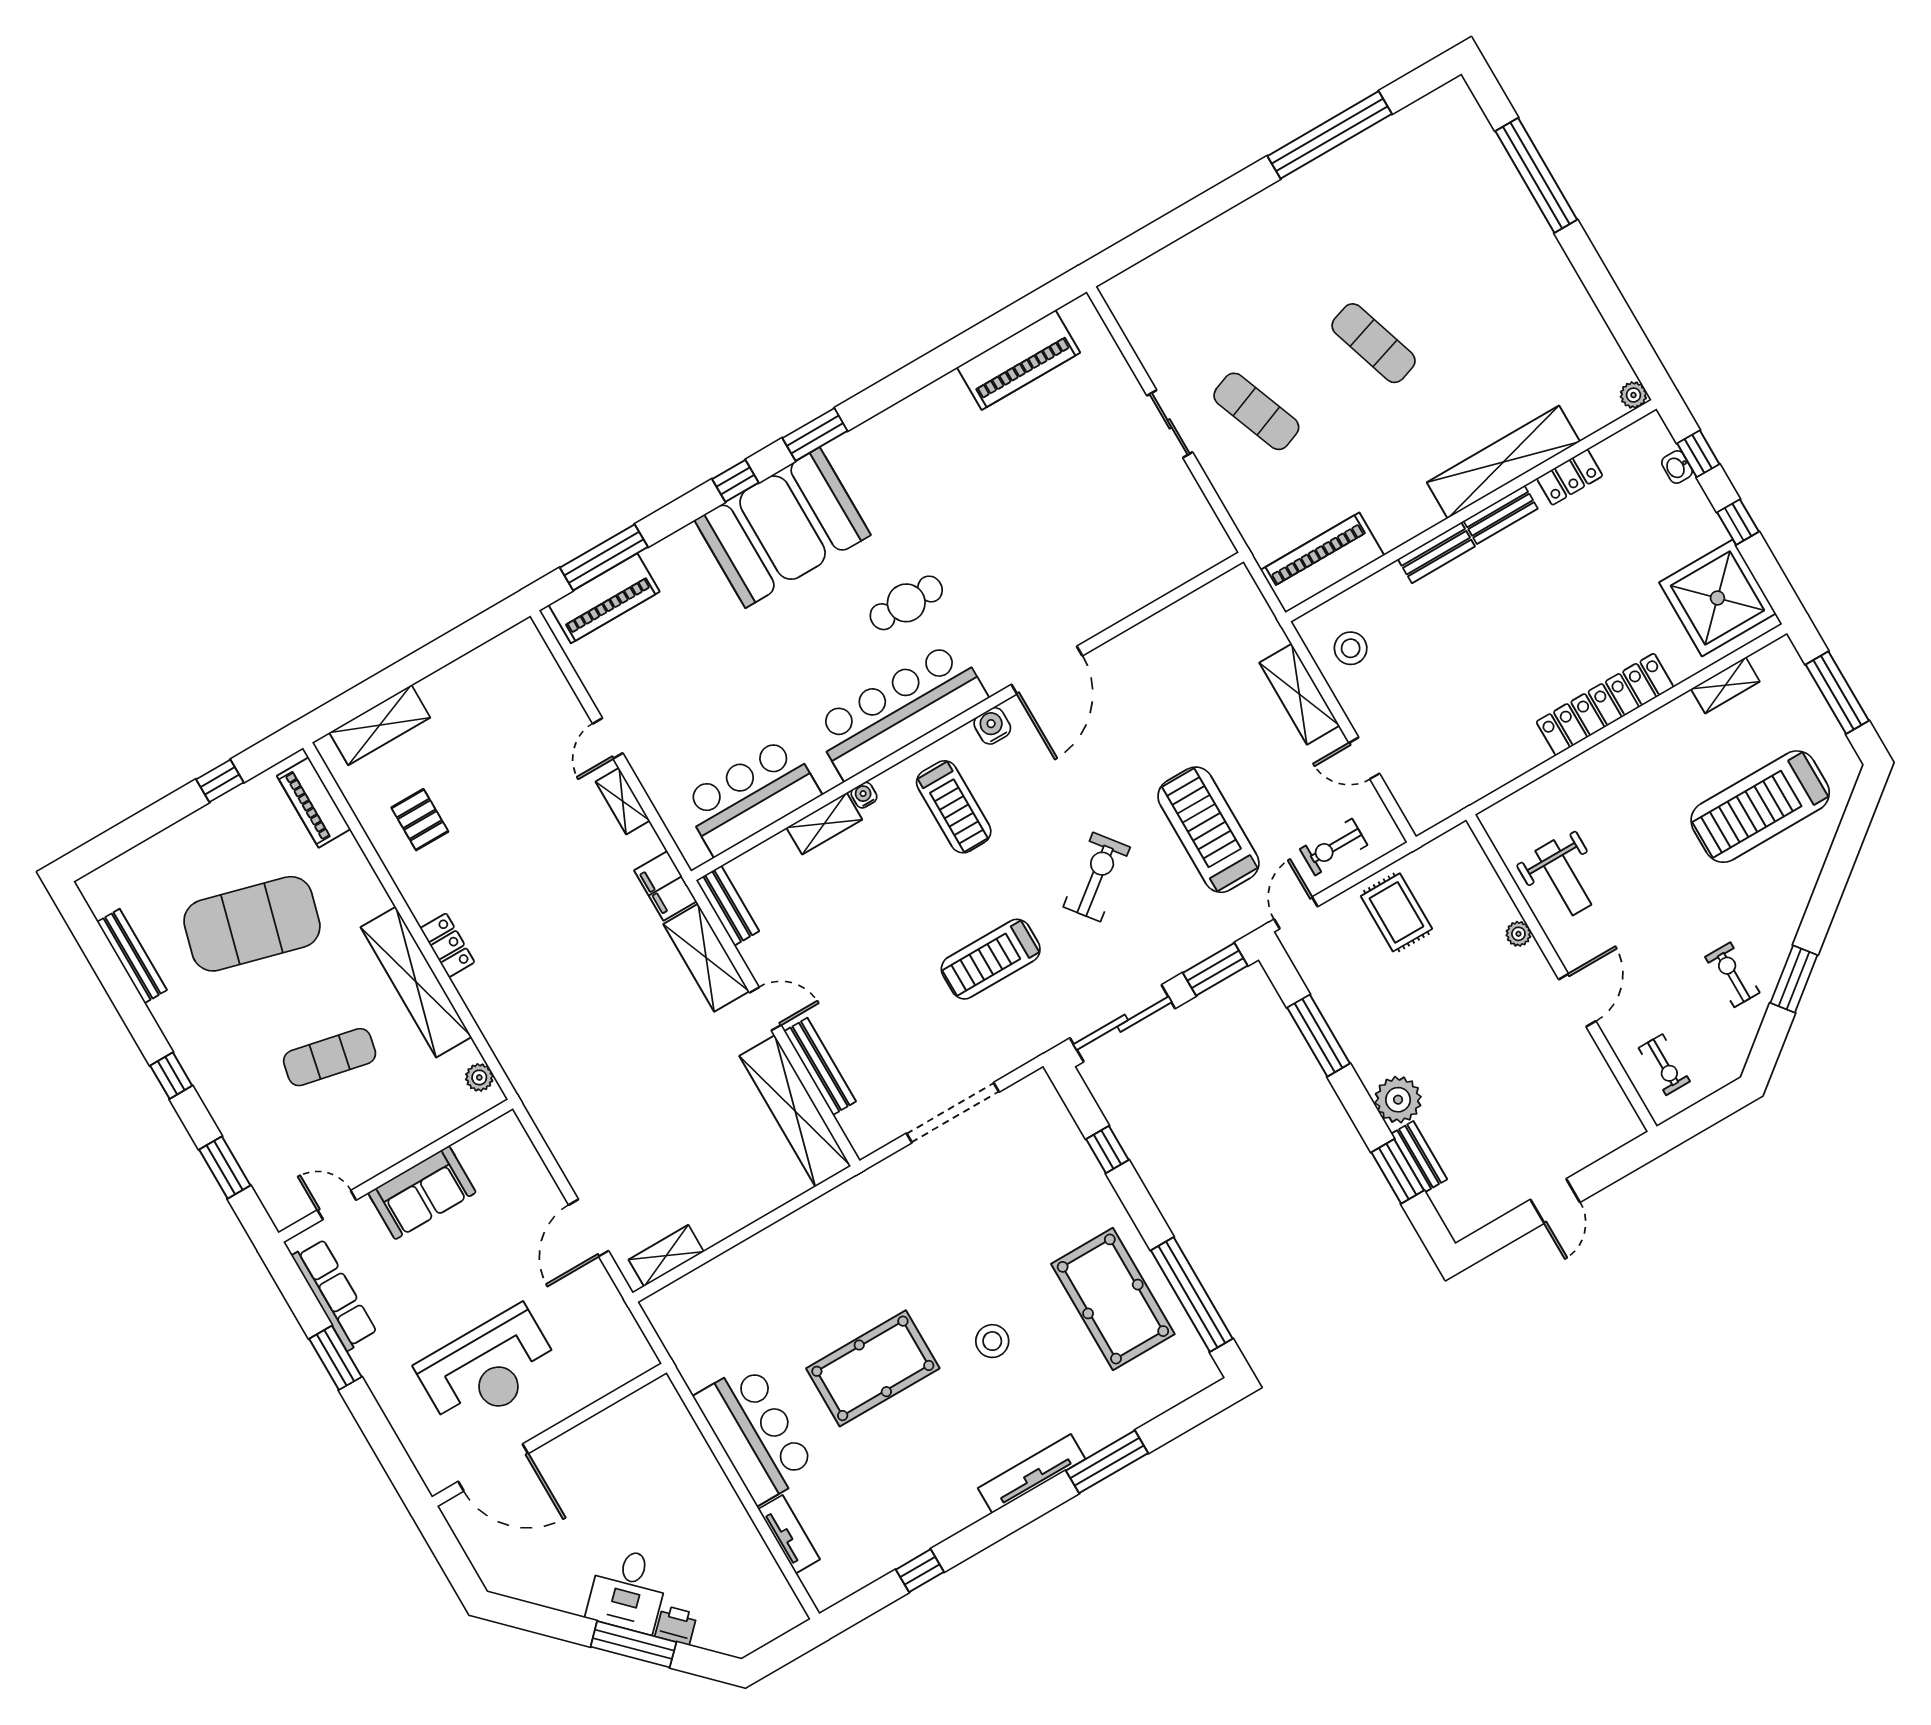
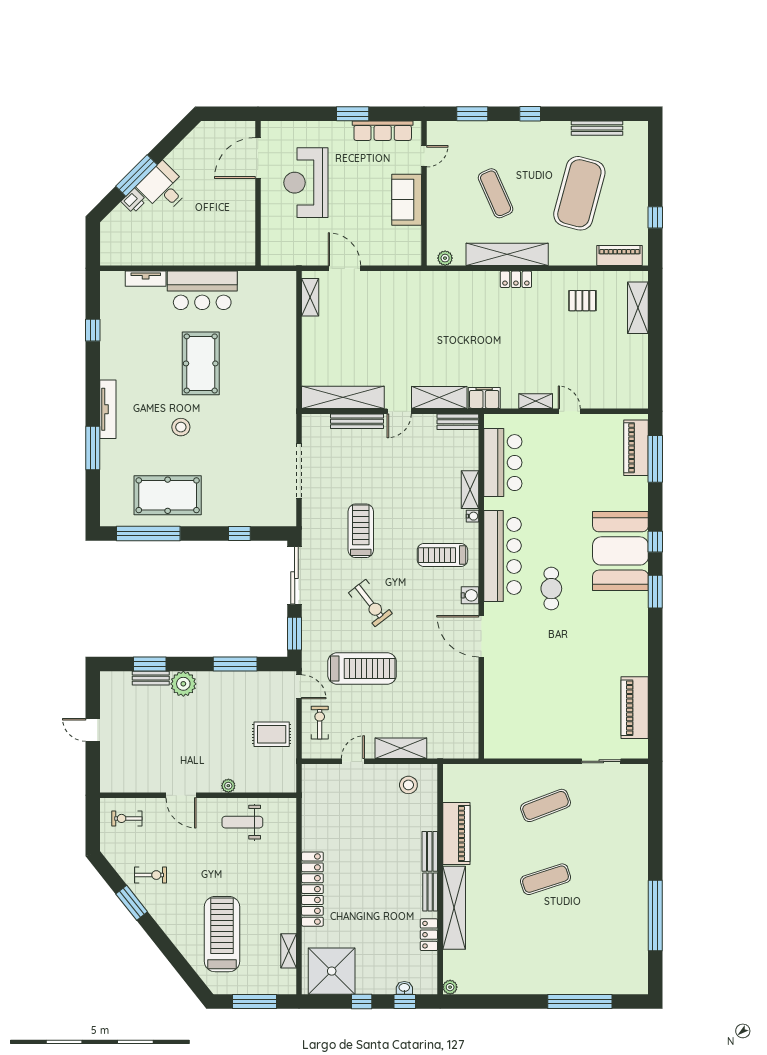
sliding door: (1170, 424) -> (601, 761), moved
piano: (1322, 563) -> (456, 833), moved
exercise mat: (330, 1057) -> (496, 193), turned -36

